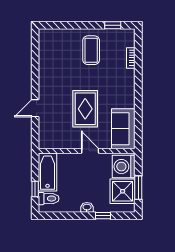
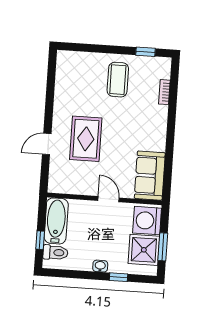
rug: (85, 109) -> (86, 139), moved

